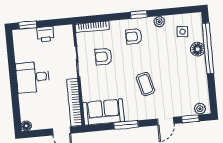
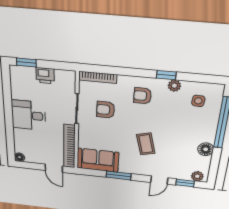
window: (139, 15) -> (166, 75), moved
floor lamp: (198, 49) -> (206, 149), moved

